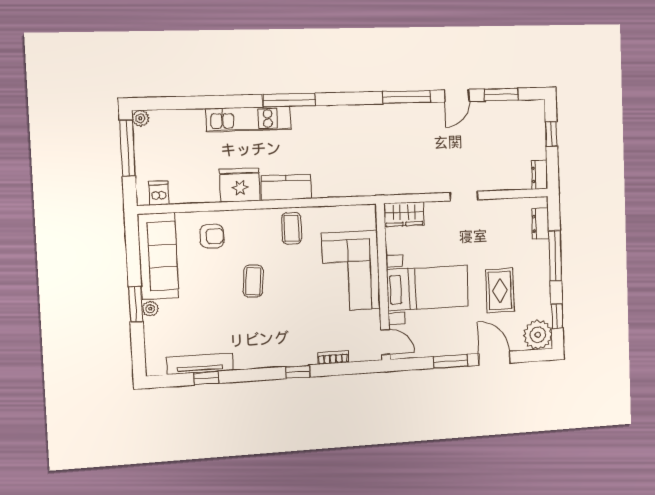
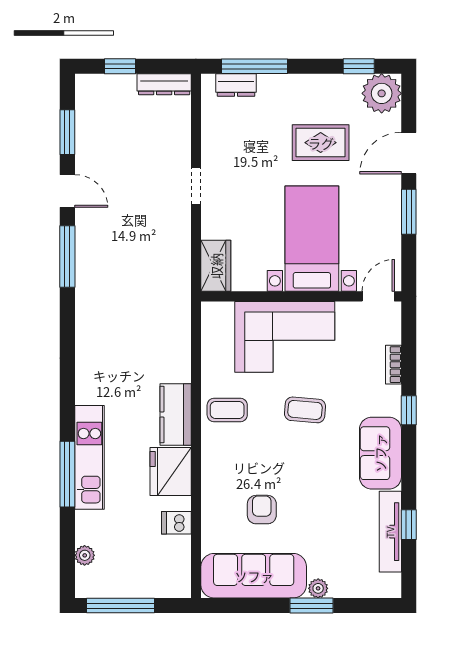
window: (289, 100) -> (67, 474), moved
plant: (140, 118) -> (85, 555), moved
dresser: (539, 175) -> (164, 84), width x1.44
dishwasher: (159, 193) -> (176, 523), moved
armchair: (212, 236) -> (262, 510), moved
window: (555, 256) -> (255, 66), moved
coffee table: (253, 281) -> (305, 410), moved
sofa: (263, 352) -> (380, 453), added

